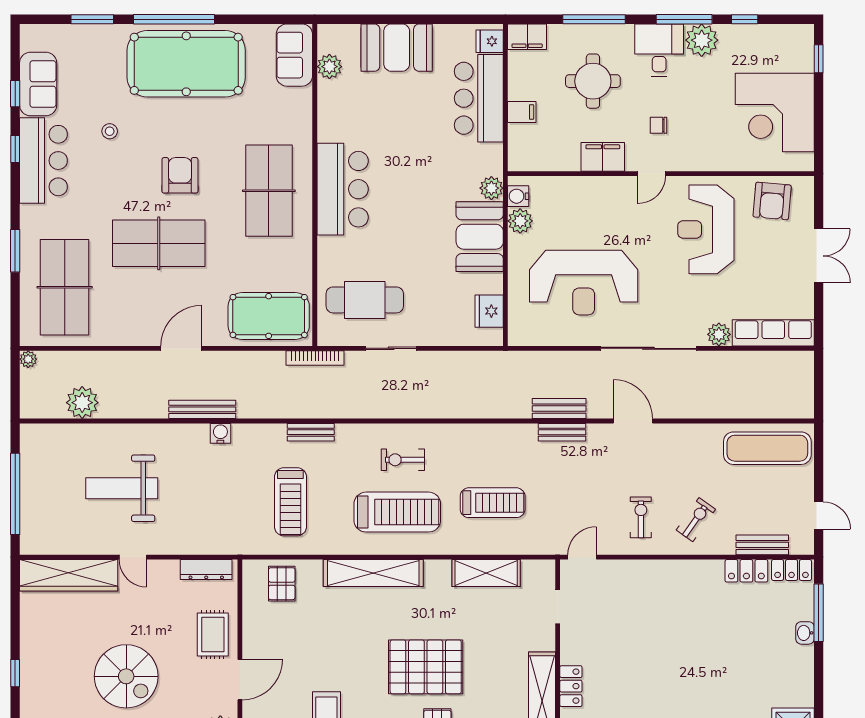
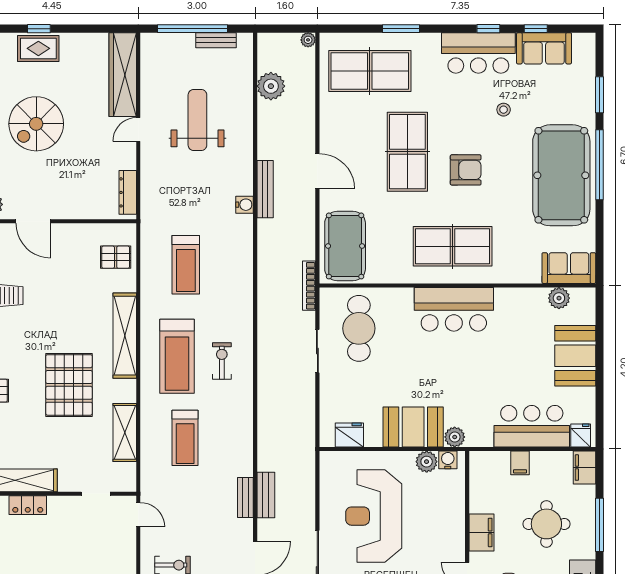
bench: (311, 432) -> (216, 40), moved, turned 90
treadmill: (290, 502) -> (186, 265), turned -90
rug: (213, 634) -> (38, 48), moved
pallet: (426, 667) -> (69, 385), moved

